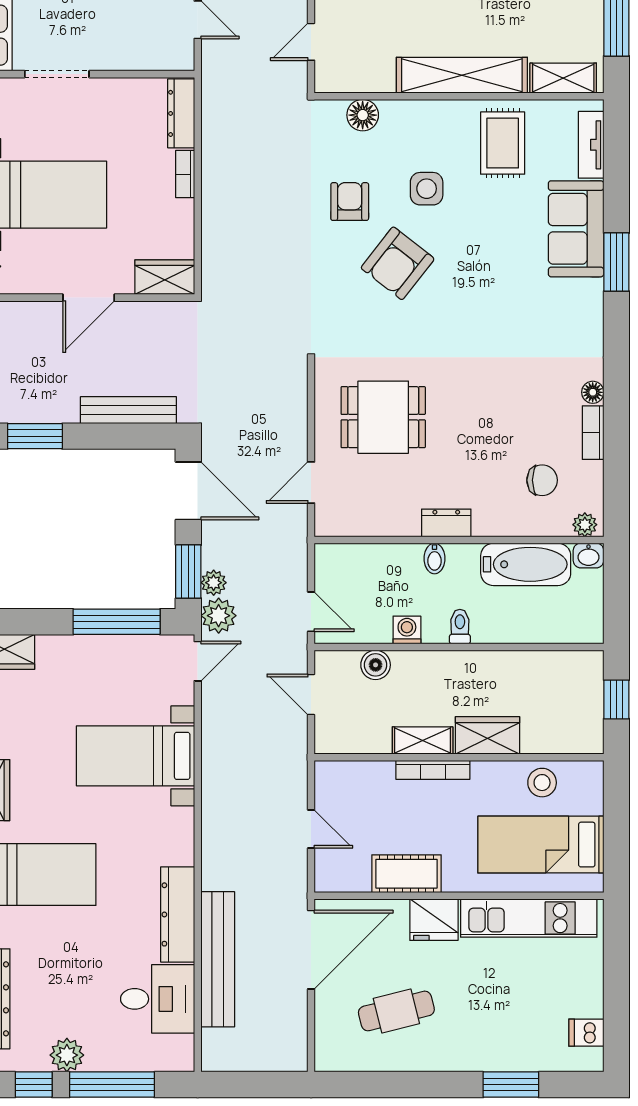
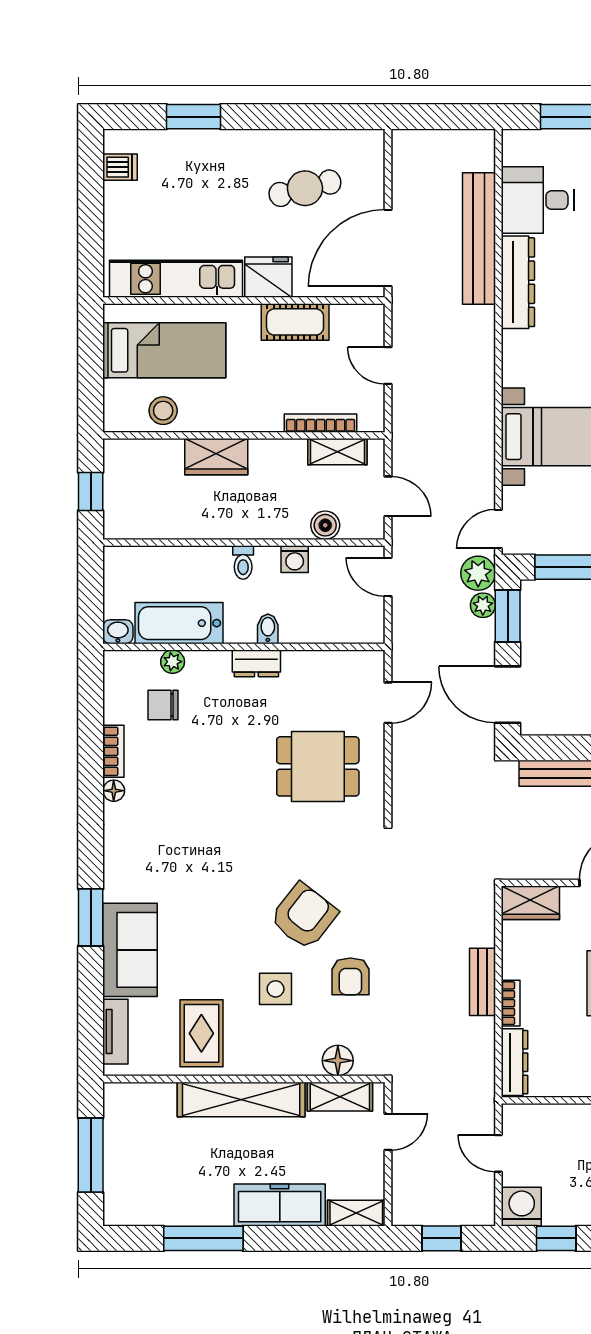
shelving: (563, 78) -> (340, 1097), moved
bench: (214, 196) -> (482, 982), added
plant: (585, 525) -> (173, 662), moved
shelving: (423, 740) -> (337, 452), moved
bookcase: (433, 770) -> (321, 423), moved

